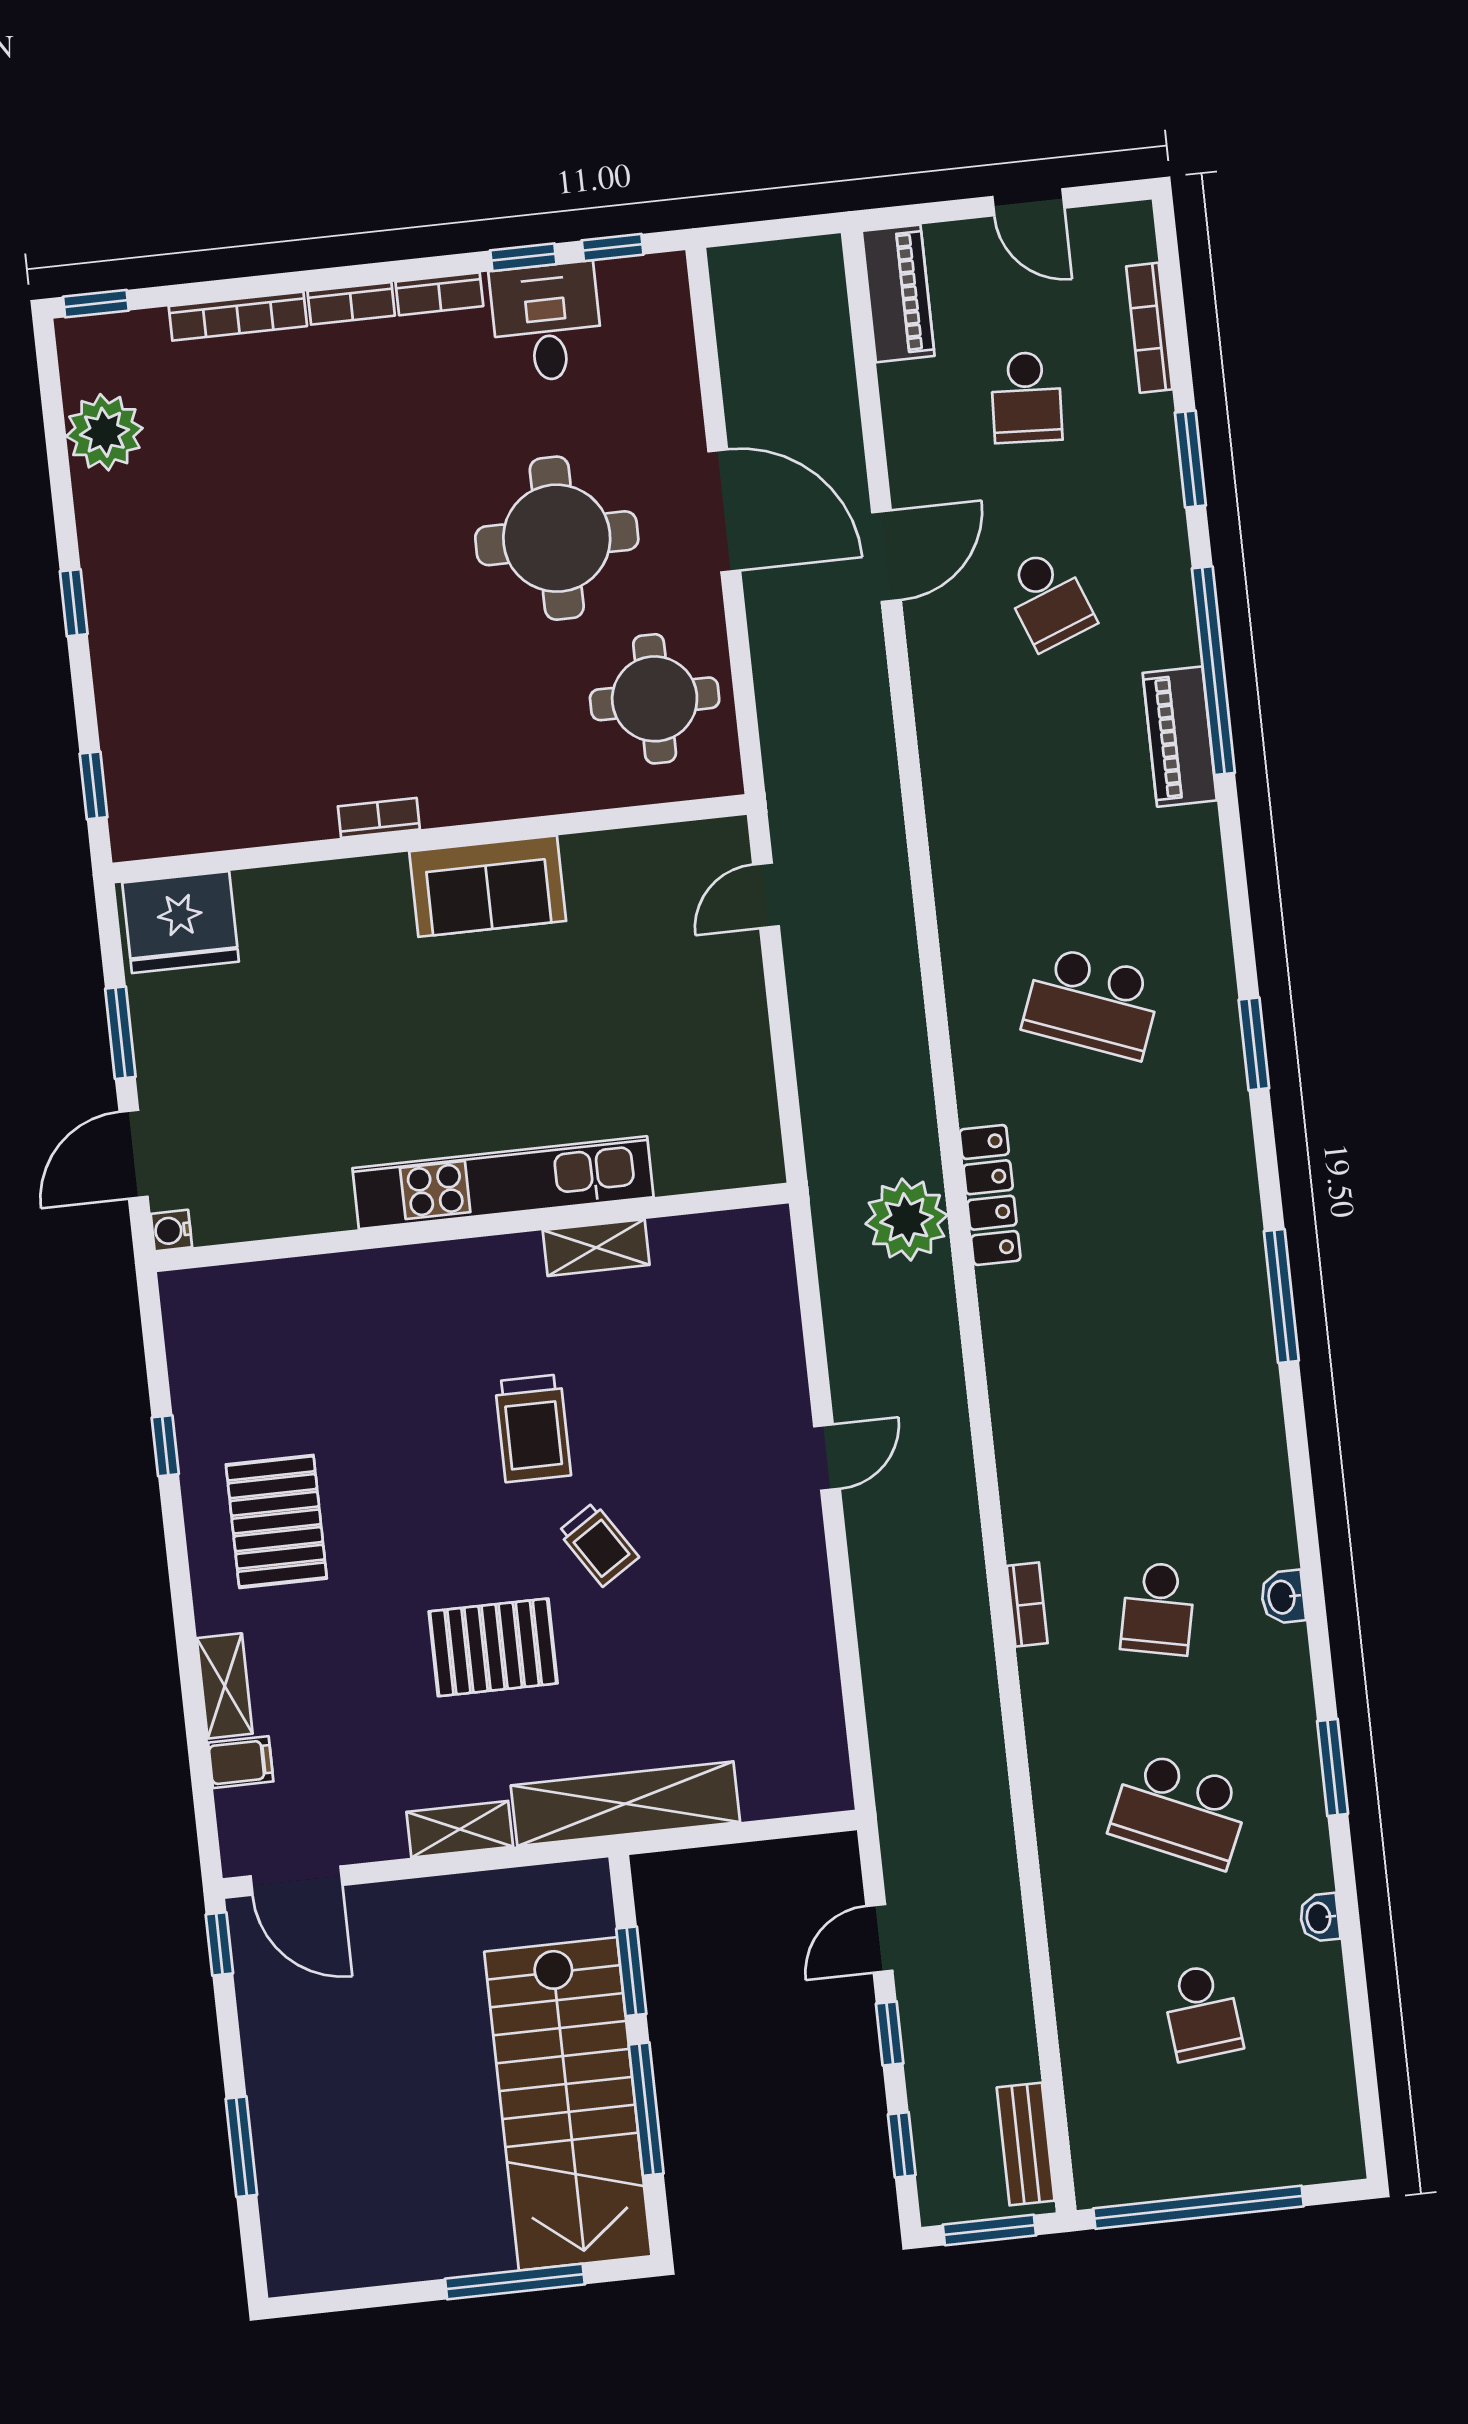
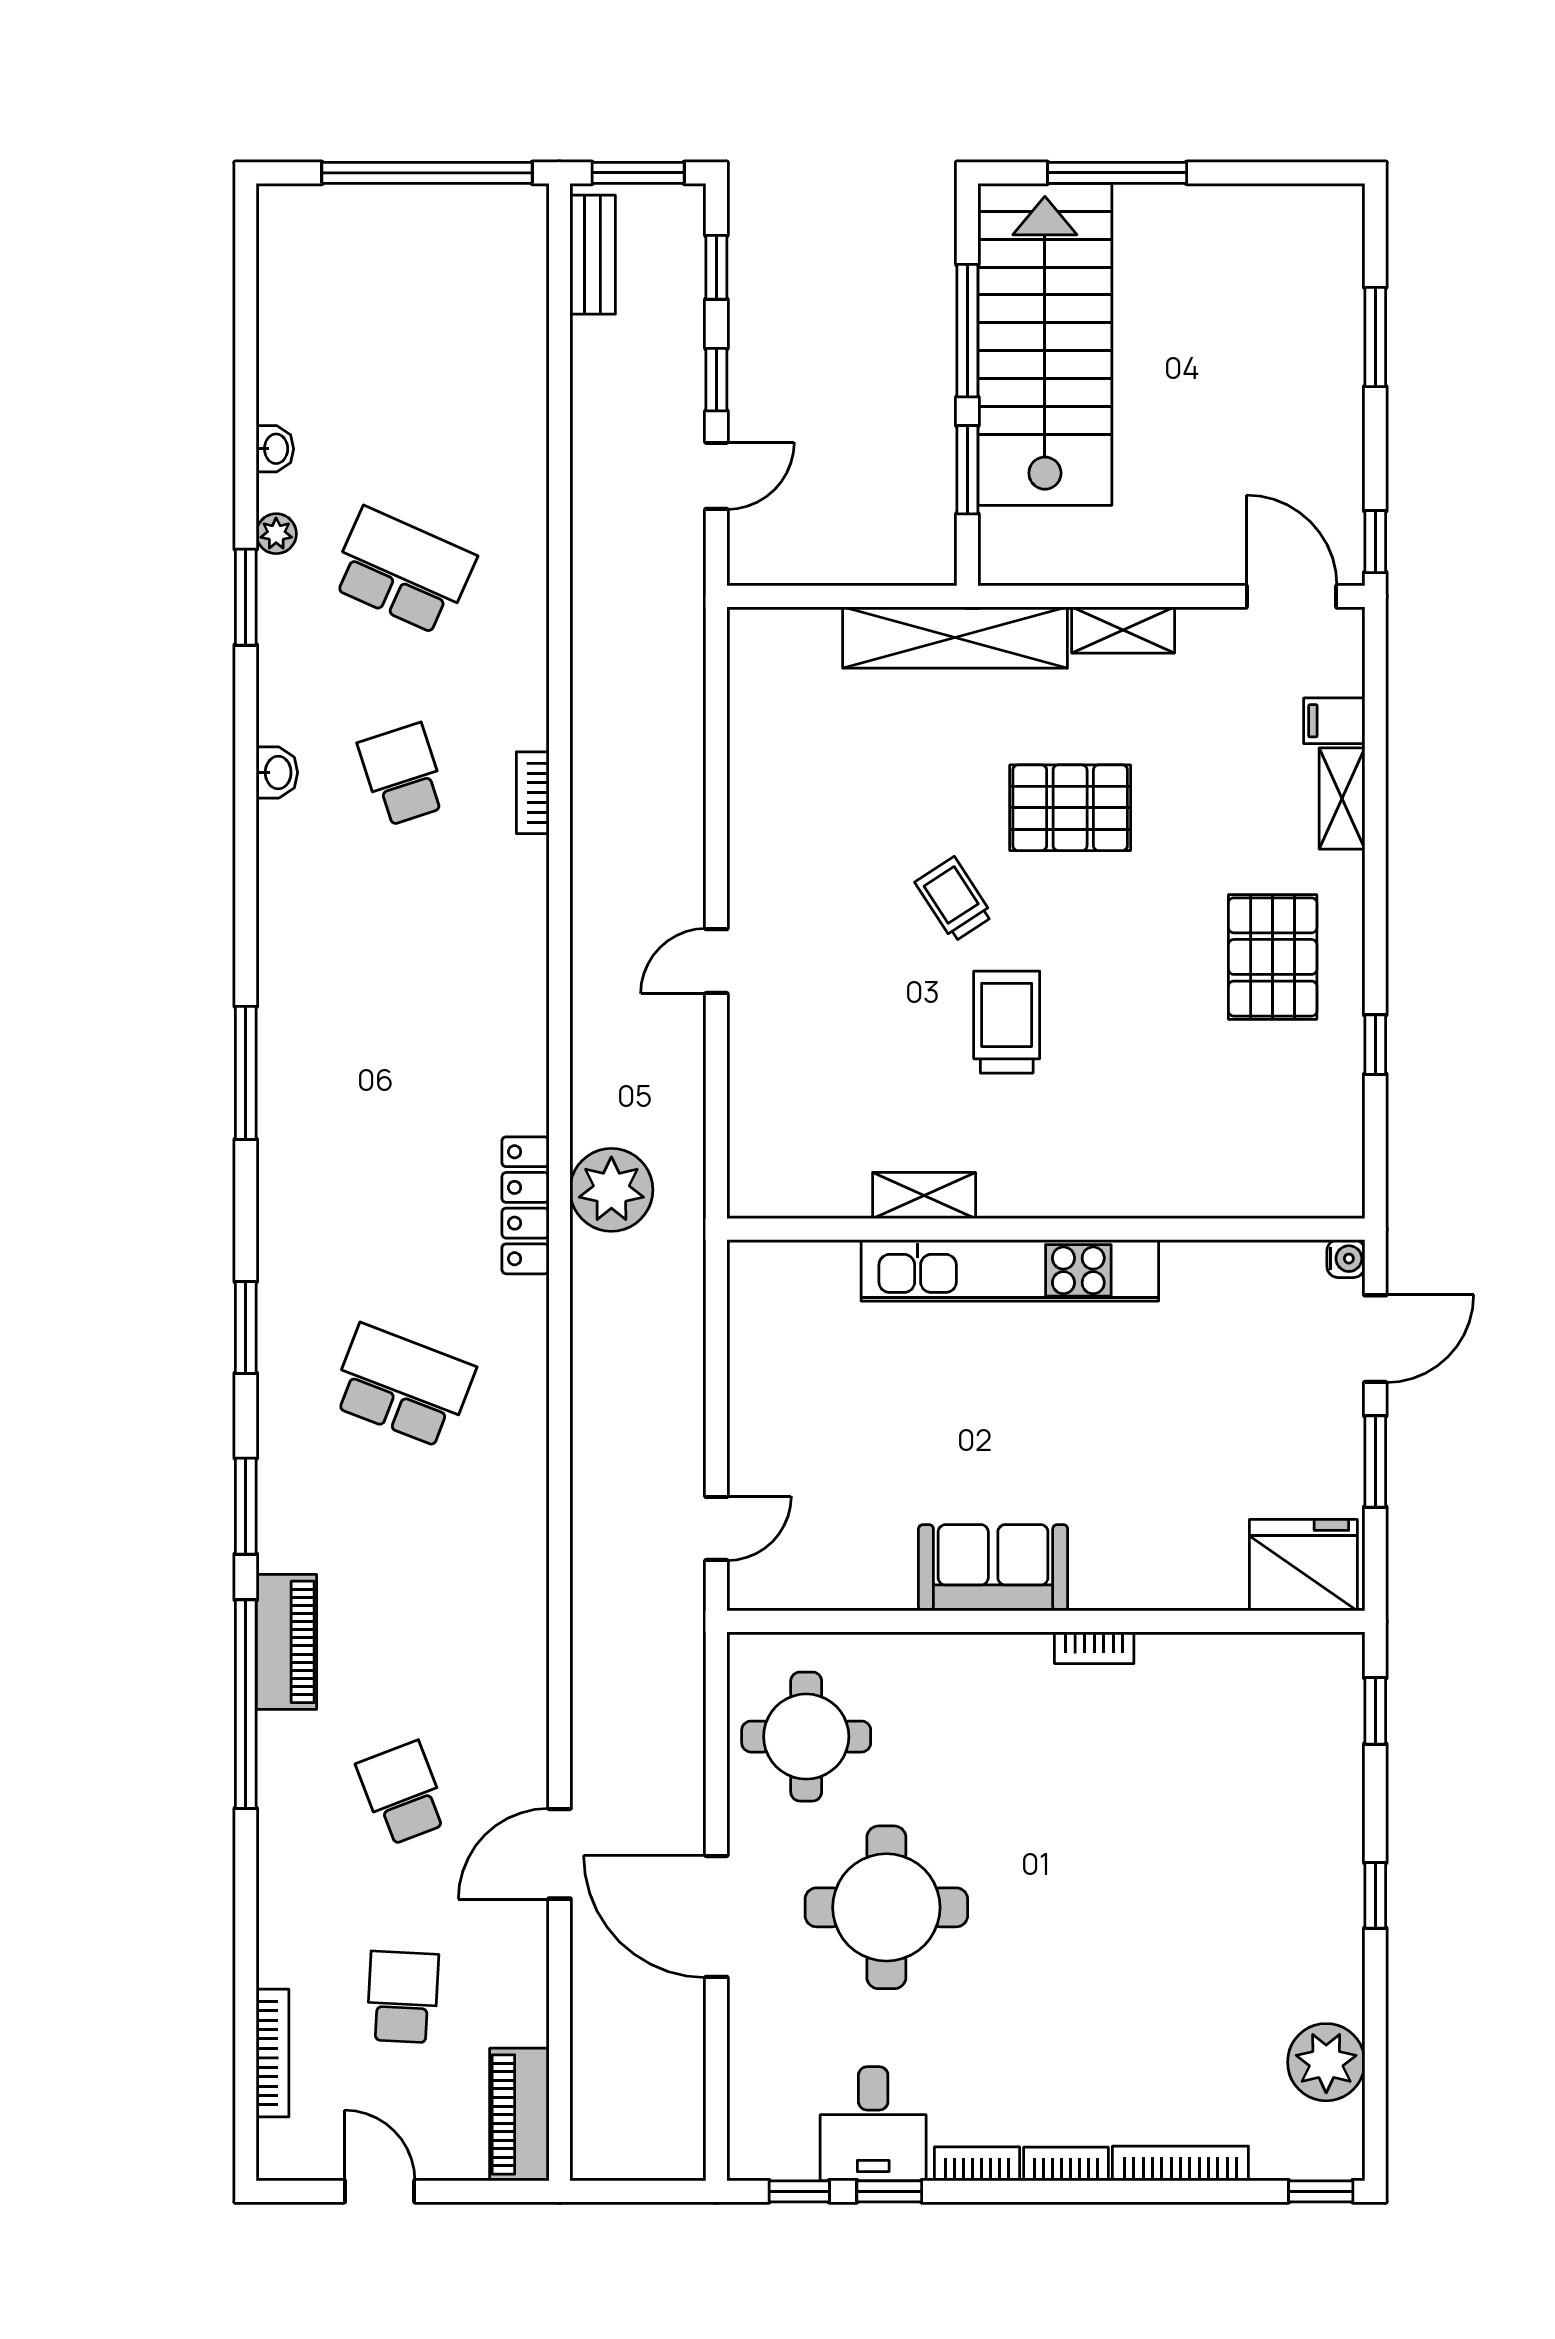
window: (1190, 459) -> (246, 1506), moved
school desk: (1158, 1608) -> (403, 775), turned -30
plant: (1309, 1834) -> (276, 534), added
school desk: (1202, 2012) -> (403, 367), removed

